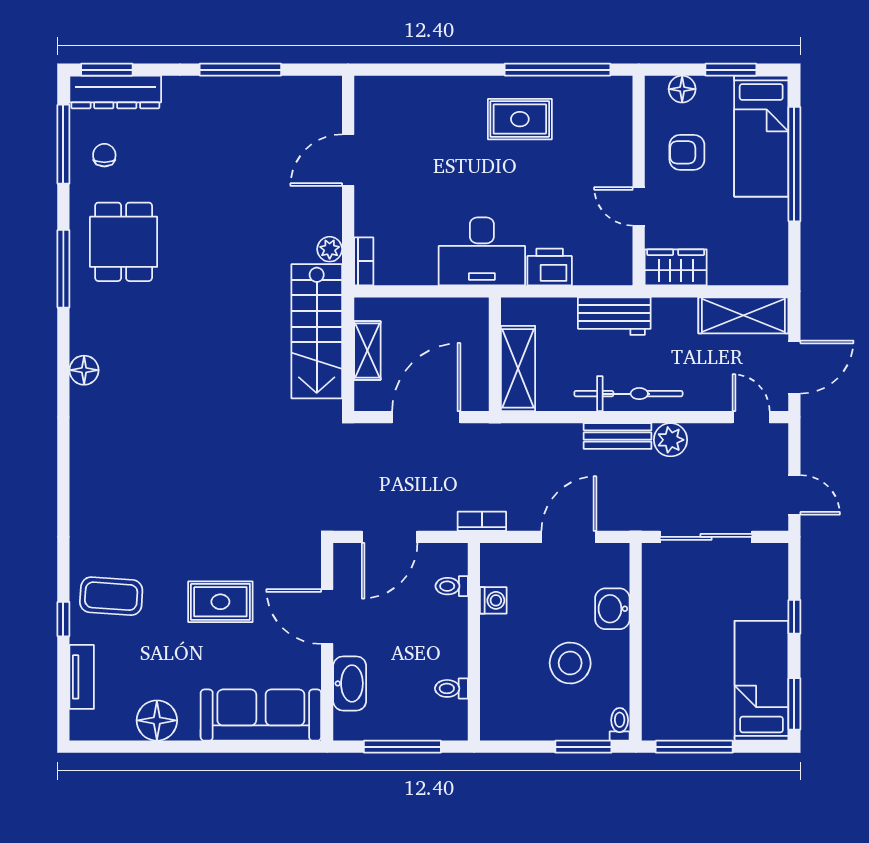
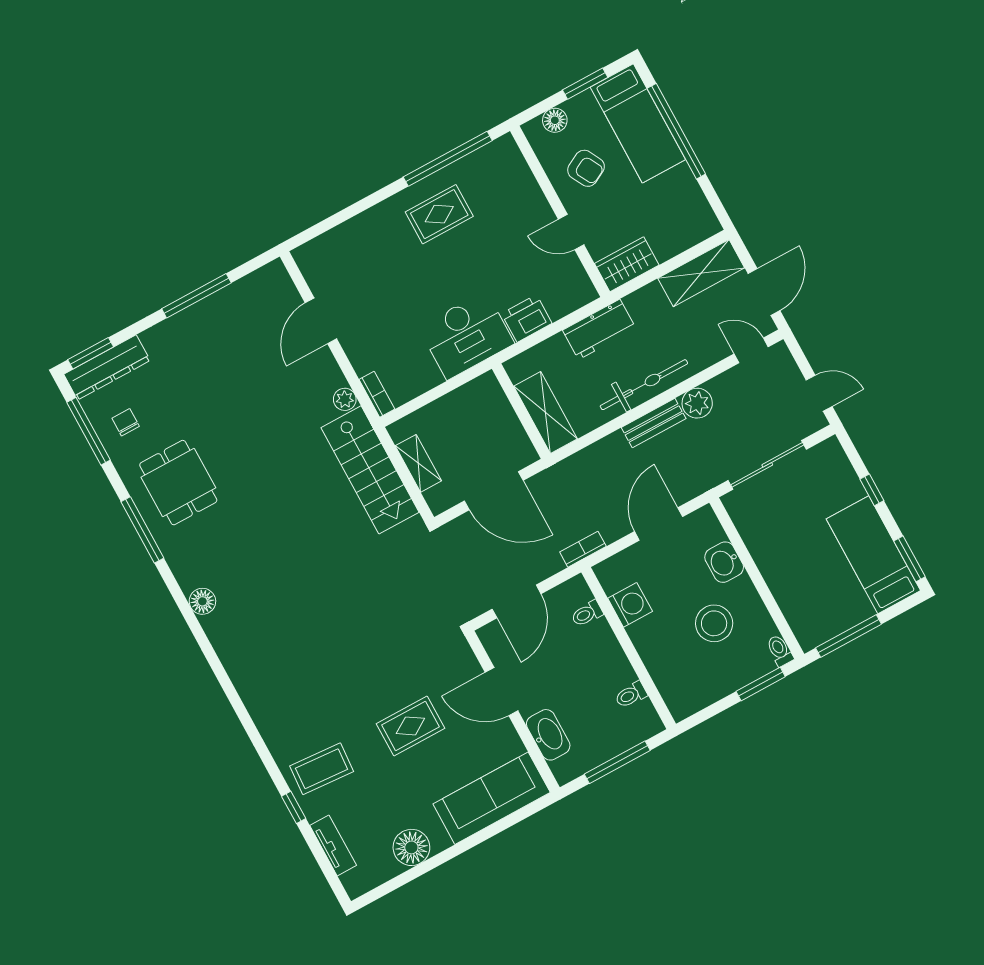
armchair: (687, 152) -> (586, 168), turned -118
door: (426, 417) -> (494, 491), swing flipped
washing machine: (493, 600) -> (630, 605), width x1.38, depth x1.38

